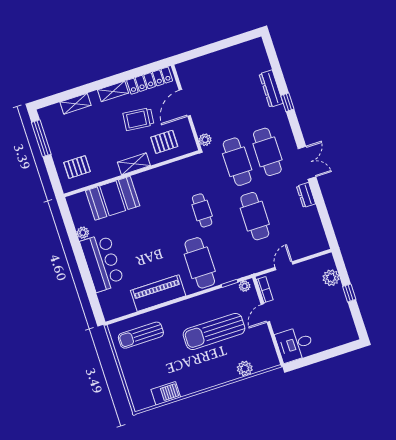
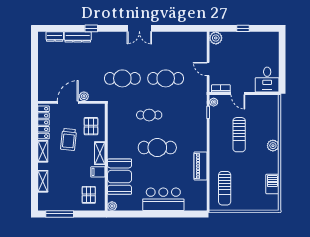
door: (185, 103) -> (68, 102), swing flipped
plant: (205, 140) -> (84, 96), moved
cafe table: (267, 152) -> (122, 54), removed
double door: (307, 163) -> (139, 28), swing flipped
filing cabinet: (110, 169) -> (98, 172), added
dresser: (306, 195) -> (55, 37), moved
plant: (83, 233) -> (112, 206), moved
cafe table: (200, 263) -> (157, 148), moved
plant: (331, 278) -> (216, 38), moved
piano: (158, 293) -> (201, 166), width x0.73, depth x0.75
sun lounger: (214, 331) -> (239, 135), width x0.73, depth x0.75
plant: (245, 369) -> (273, 146), moved

